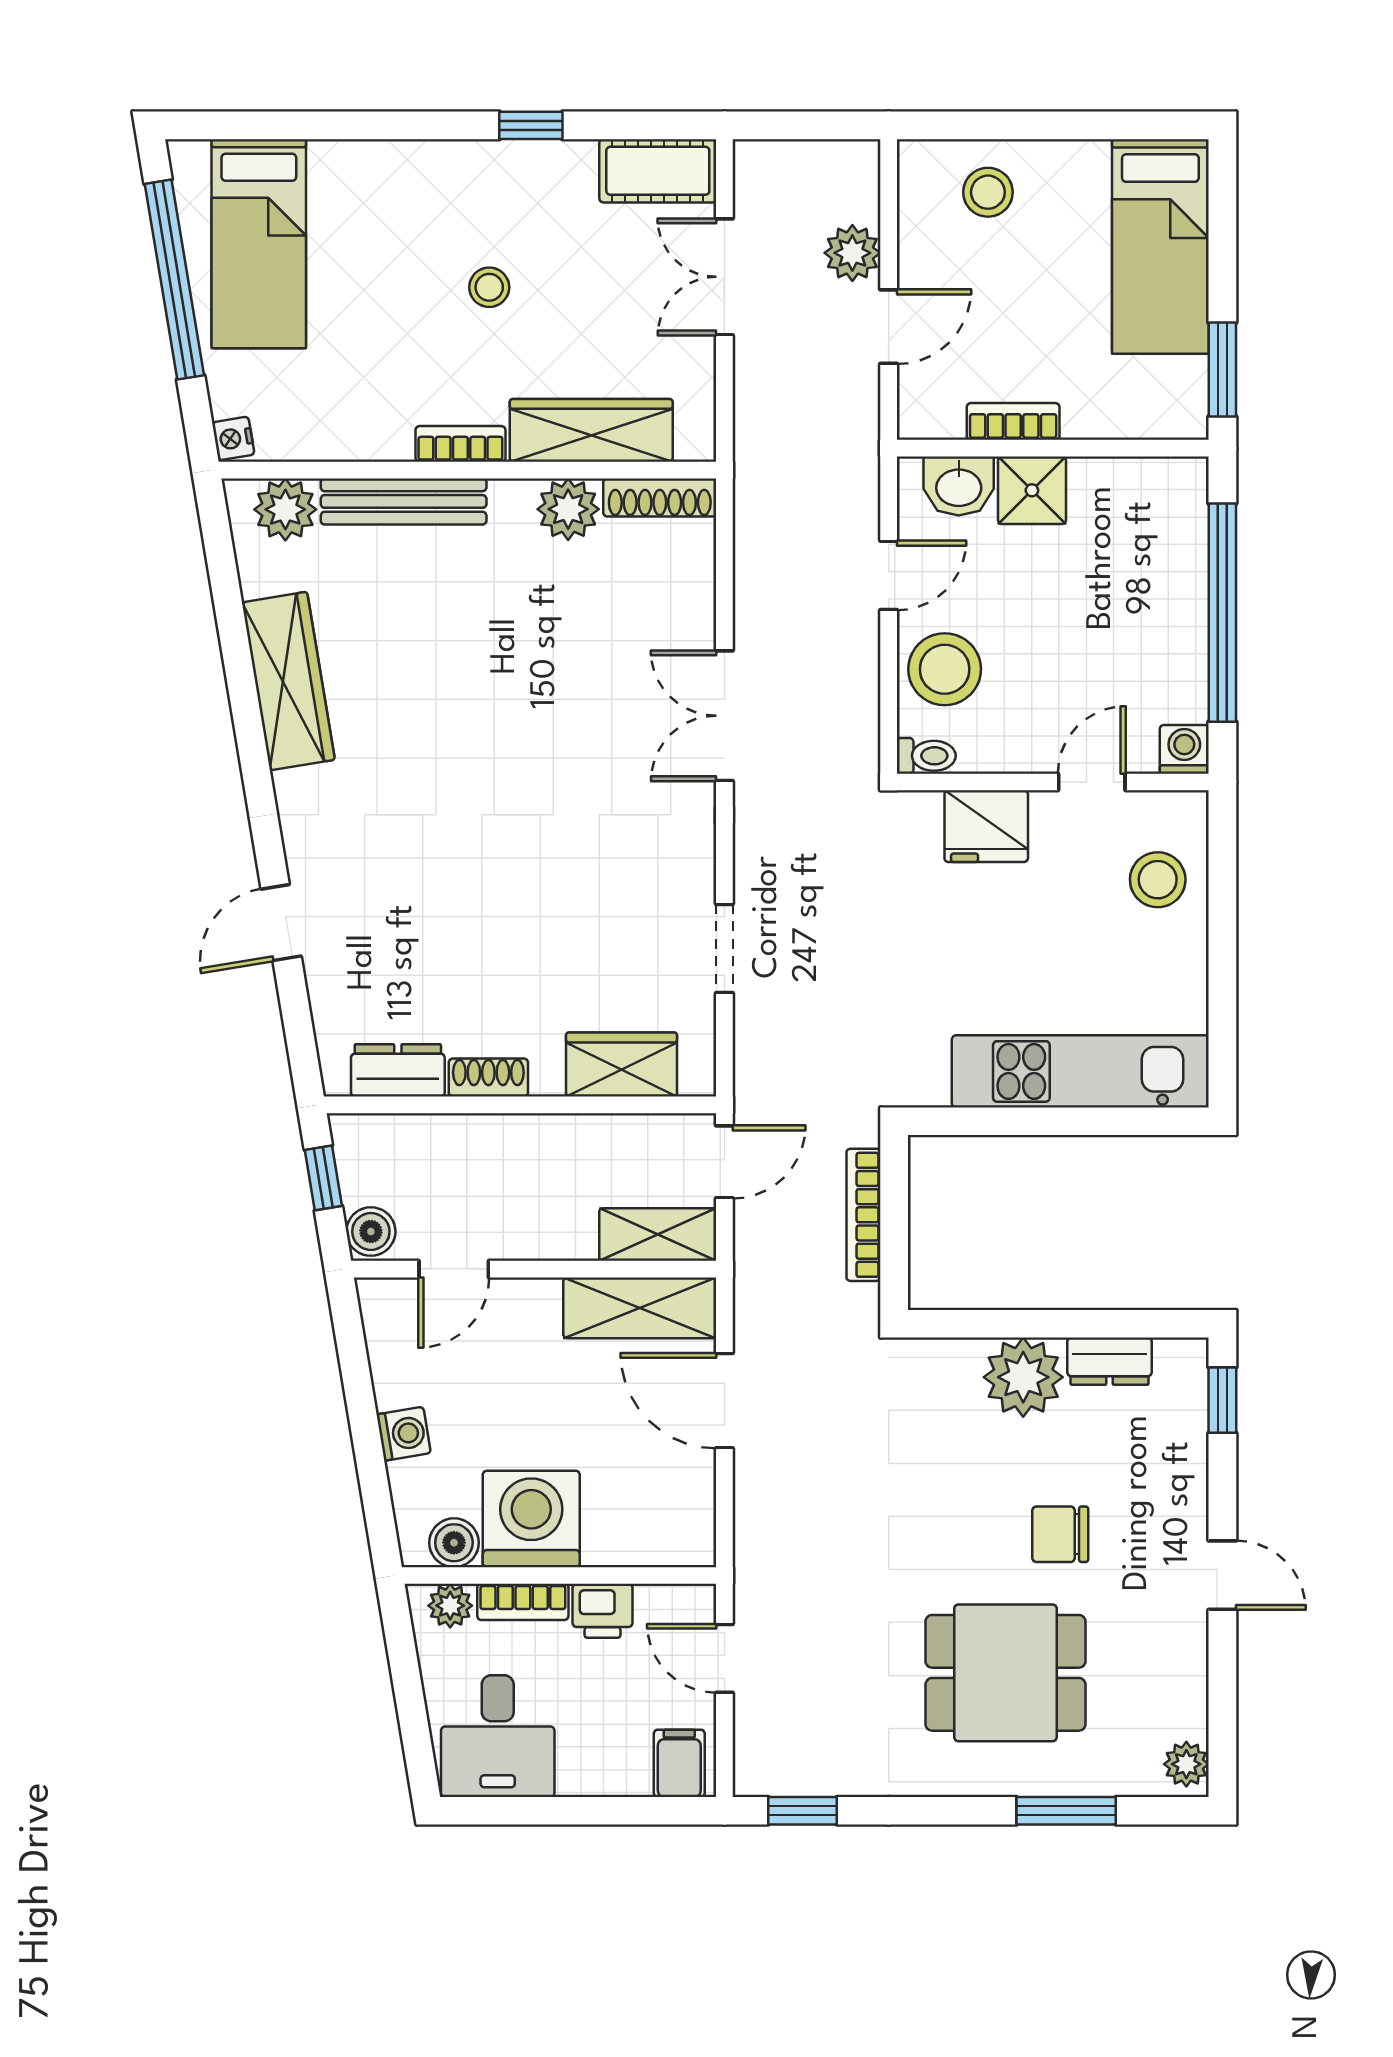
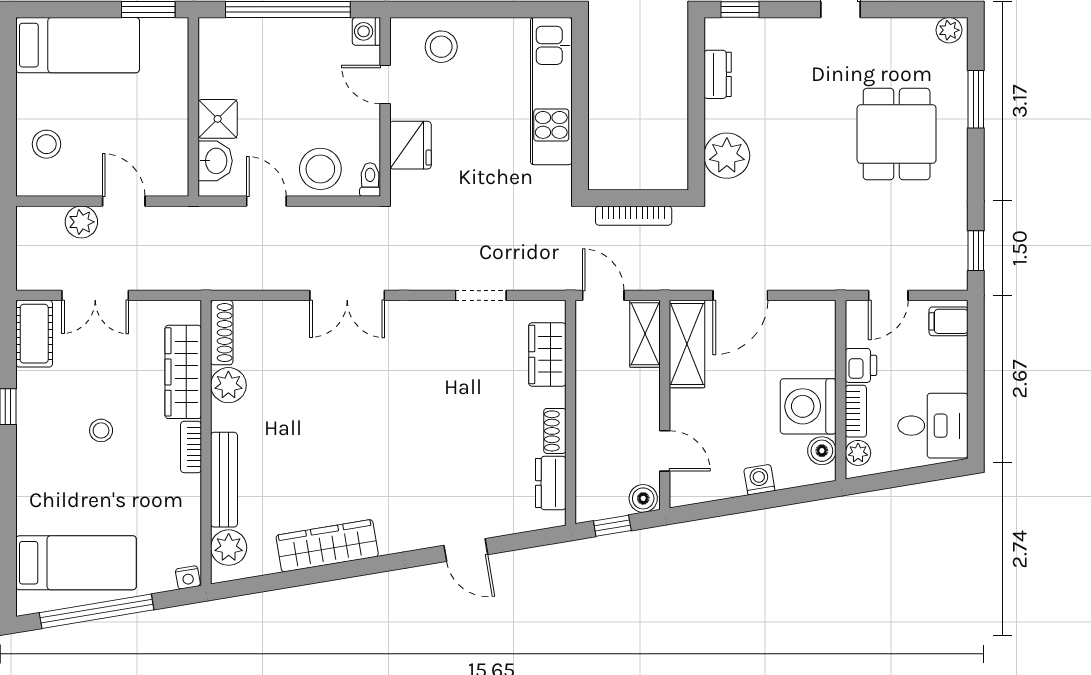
bookcase: (1013, 421) -> (178, 130), removed
plant: (1023, 1377) -> (727, 156), moved
chair: (1060, 1534) -> (817, 103), removed

